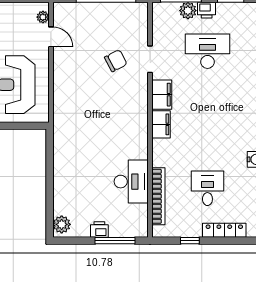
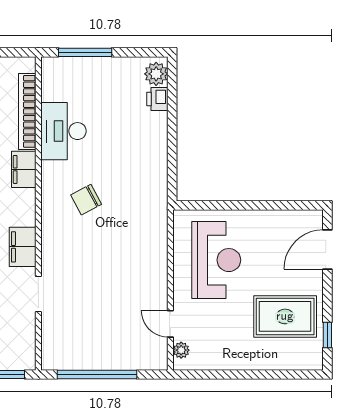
chair: (116, 61) -> (86, 200), moved
filing cabinet: (161, 124) -> (24, 169), moved
printer: (99, 230) -> (157, 99), moved, turned 90

